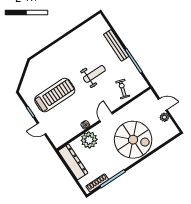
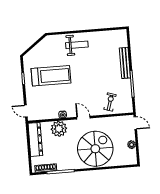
weight bench: (94, 74) -> (77, 45), moved
door: (163, 104) -> (135, 123), moved
door: (106, 117) -> (83, 118), hinge flipped
door: (42, 129) -> (26, 111), moved
spiral stairs: (133, 140) -> (95, 149), turned -90

